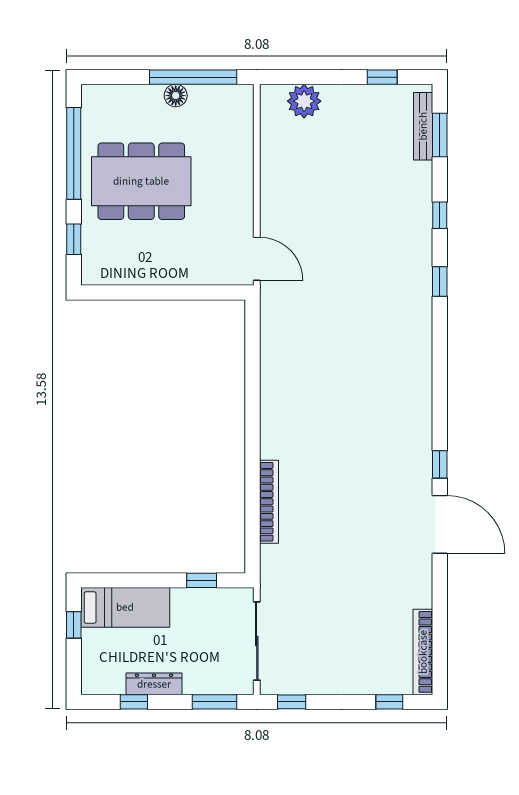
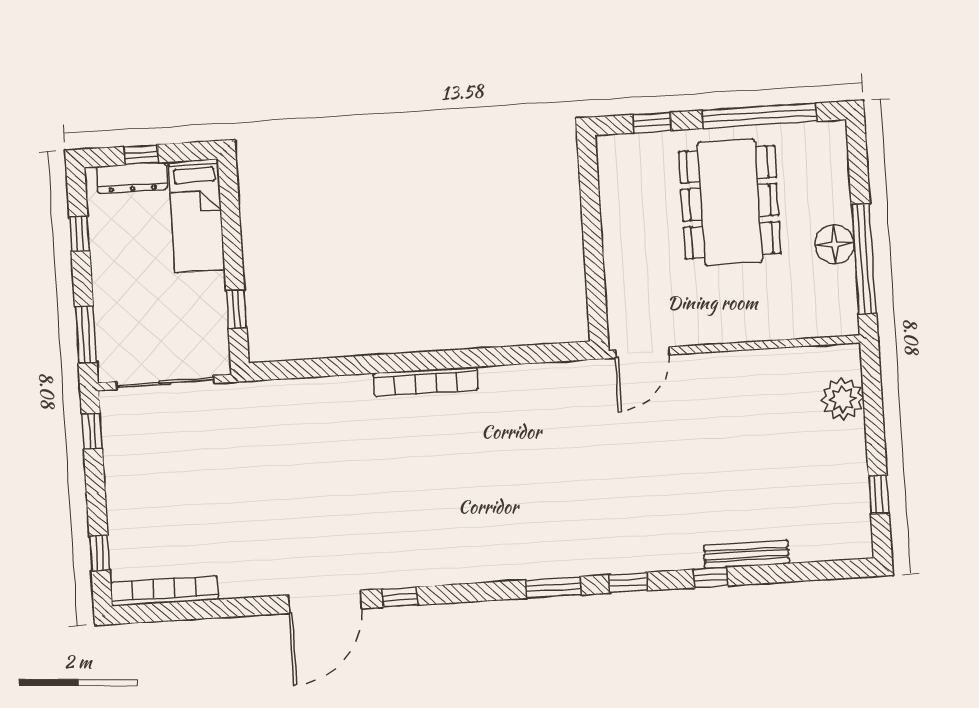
floor lamp: (176, 96) -> (835, 244), width x1.38, depth x1.38
bench: (423, 126) -> (746, 555), moved
window: (440, 135) -> (554, 587), moved
bookcase: (269, 502) -> (425, 382), moved
window: (74, 625) -> (141, 155), moved
dresser: (154, 684) -> (132, 178), moved, turned 90

